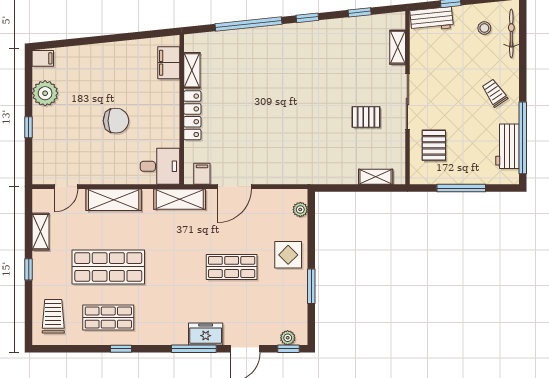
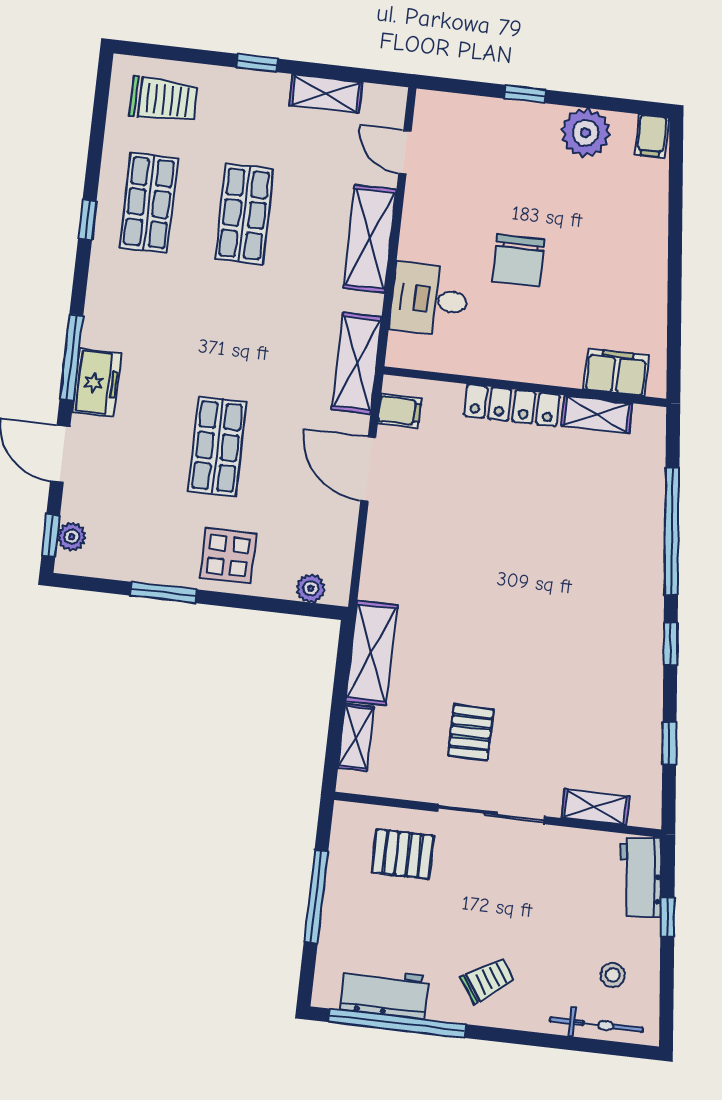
desk: (160, 166) -> (429, 299), moved, turned 90
shelving: (330, 174) -> (371, 653), added
shop shelf: (108, 267) -> (244, 214), width x0.70, depth x0.74

